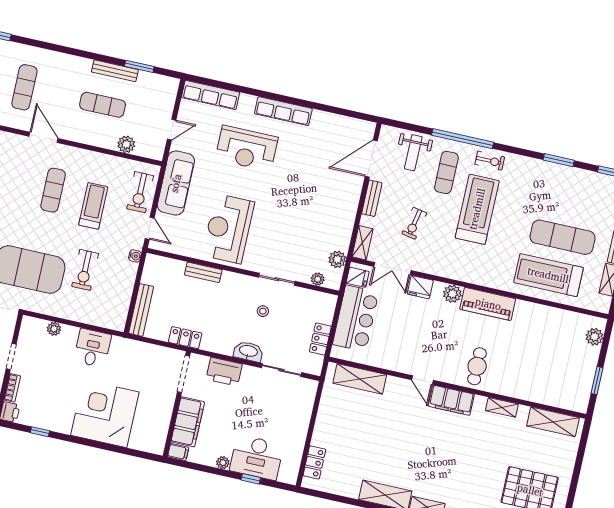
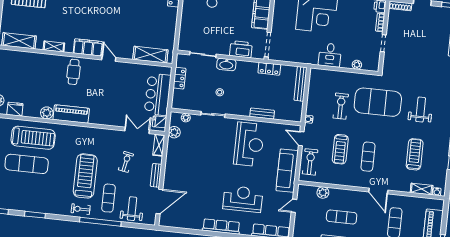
treadmill: (477, 209) -> (85, 176), turned 180
fridge: (420, 287) -> (15, 109), moved
plant: (452, 294) -> (47, 113), moved

